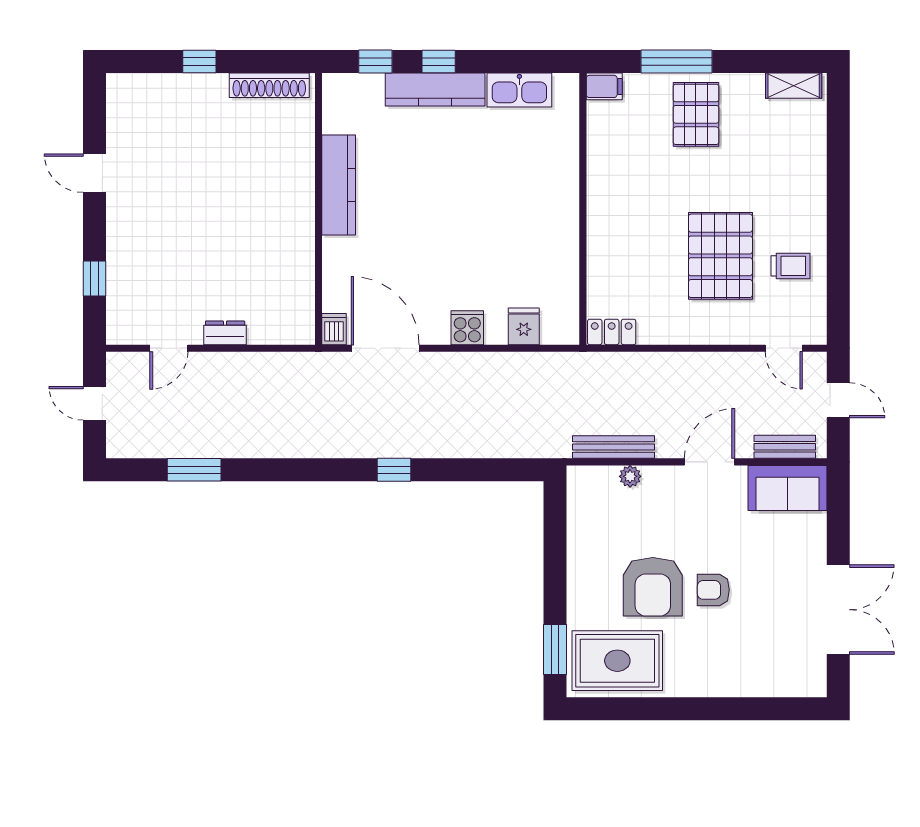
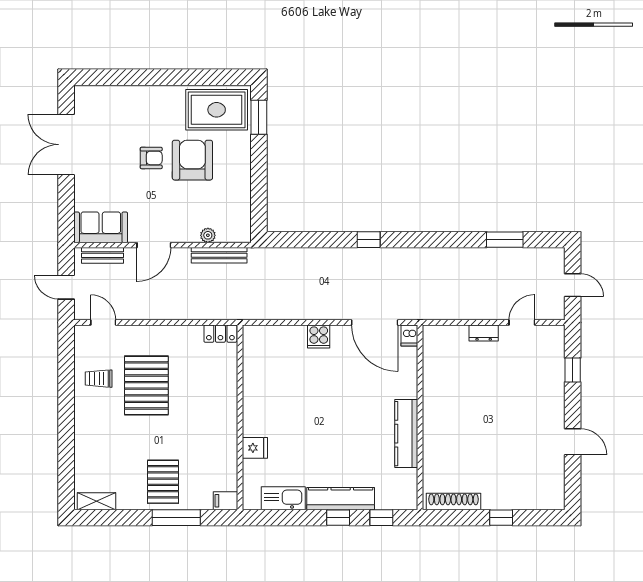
fridge: (524, 326) -> (255, 448), moved, turned -90

